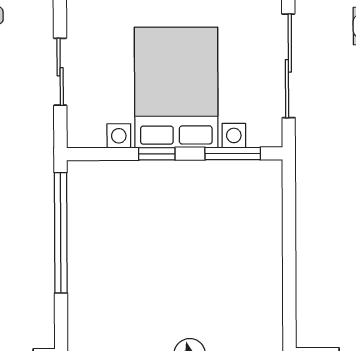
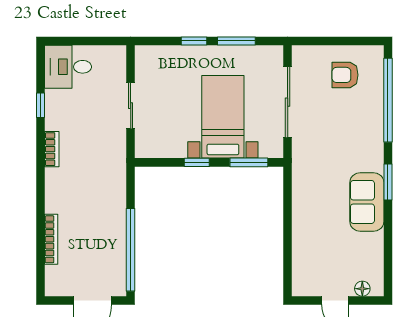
bed with nightstands: (176, 87) -> (223, 117), width x0.73
window: (61, 233) -> (131, 250), moved

